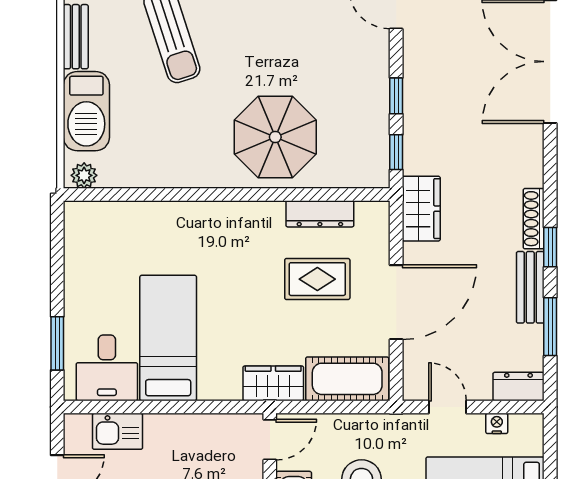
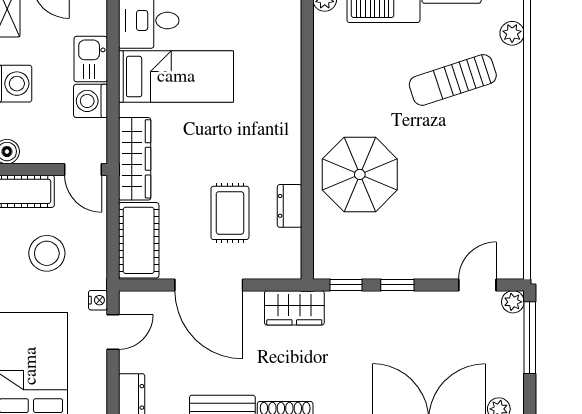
dresser: (320, 214) -> (290, 206), width x0.70
wardrobe: (273, 383) -> (135, 159), width x1.50
nightstand: (497, 423) -> (98, 300), moved
kitchen sink: (117, 431) -> (91, 59), moved
washing machine: (195, 431) -> (91, 101), added

